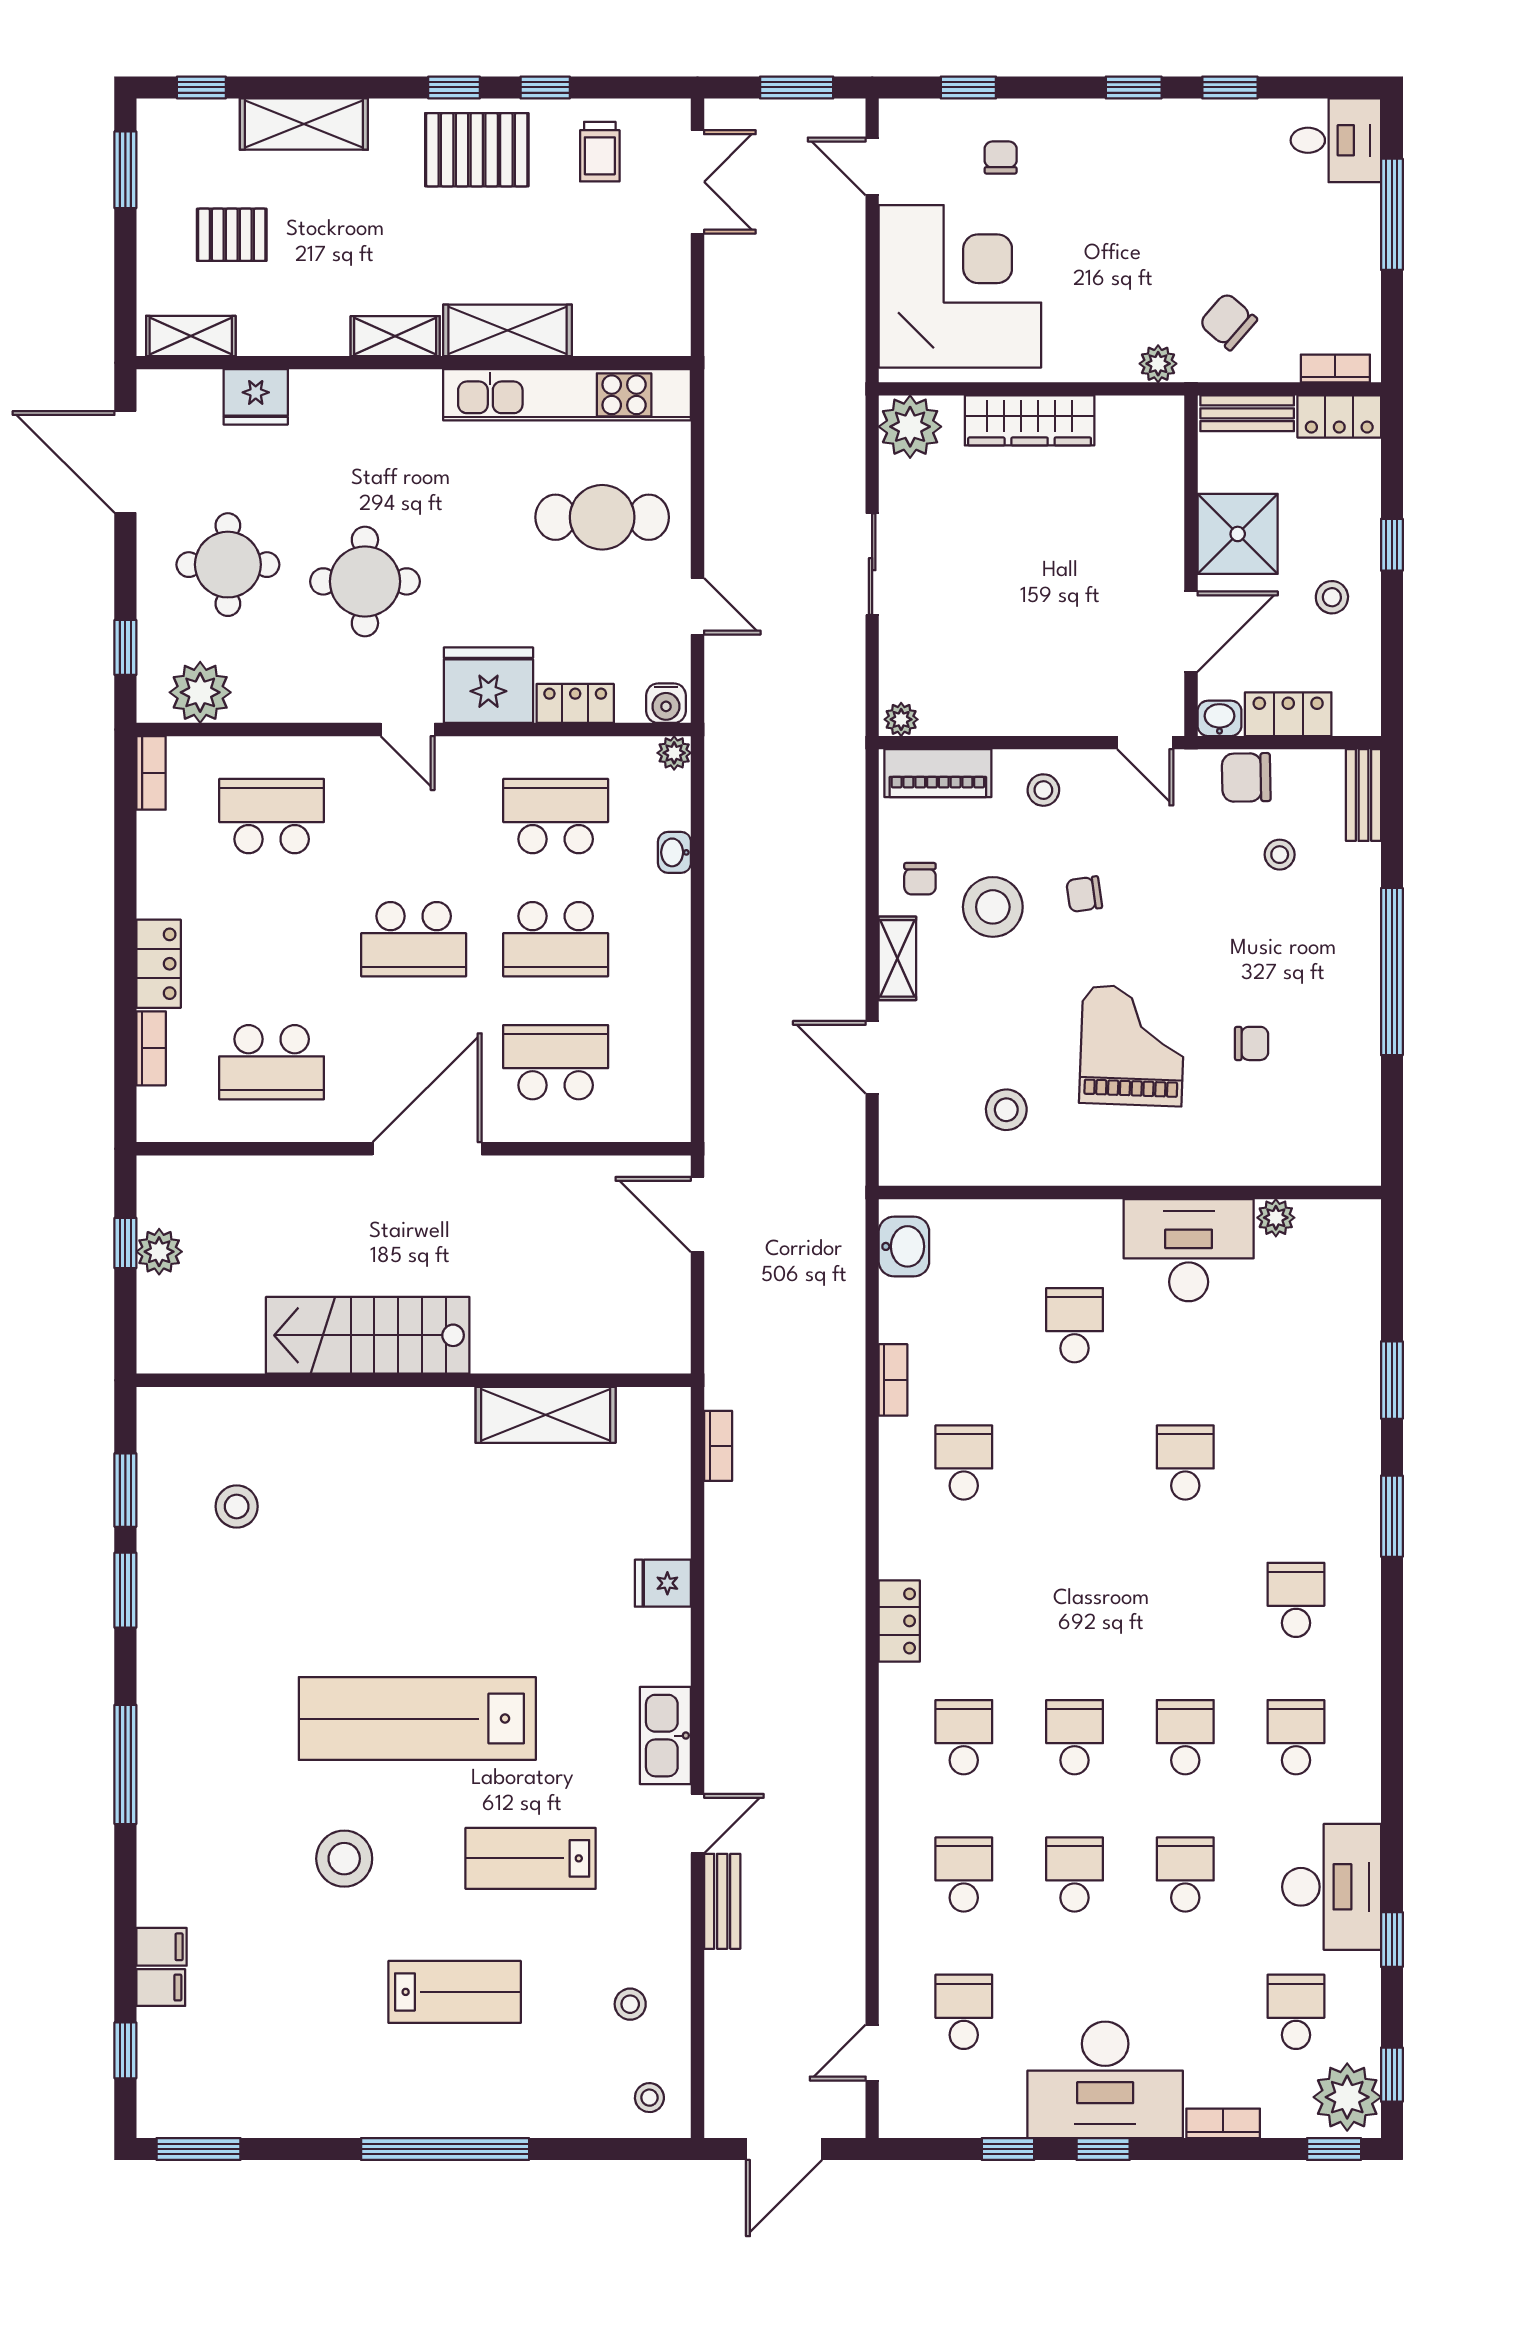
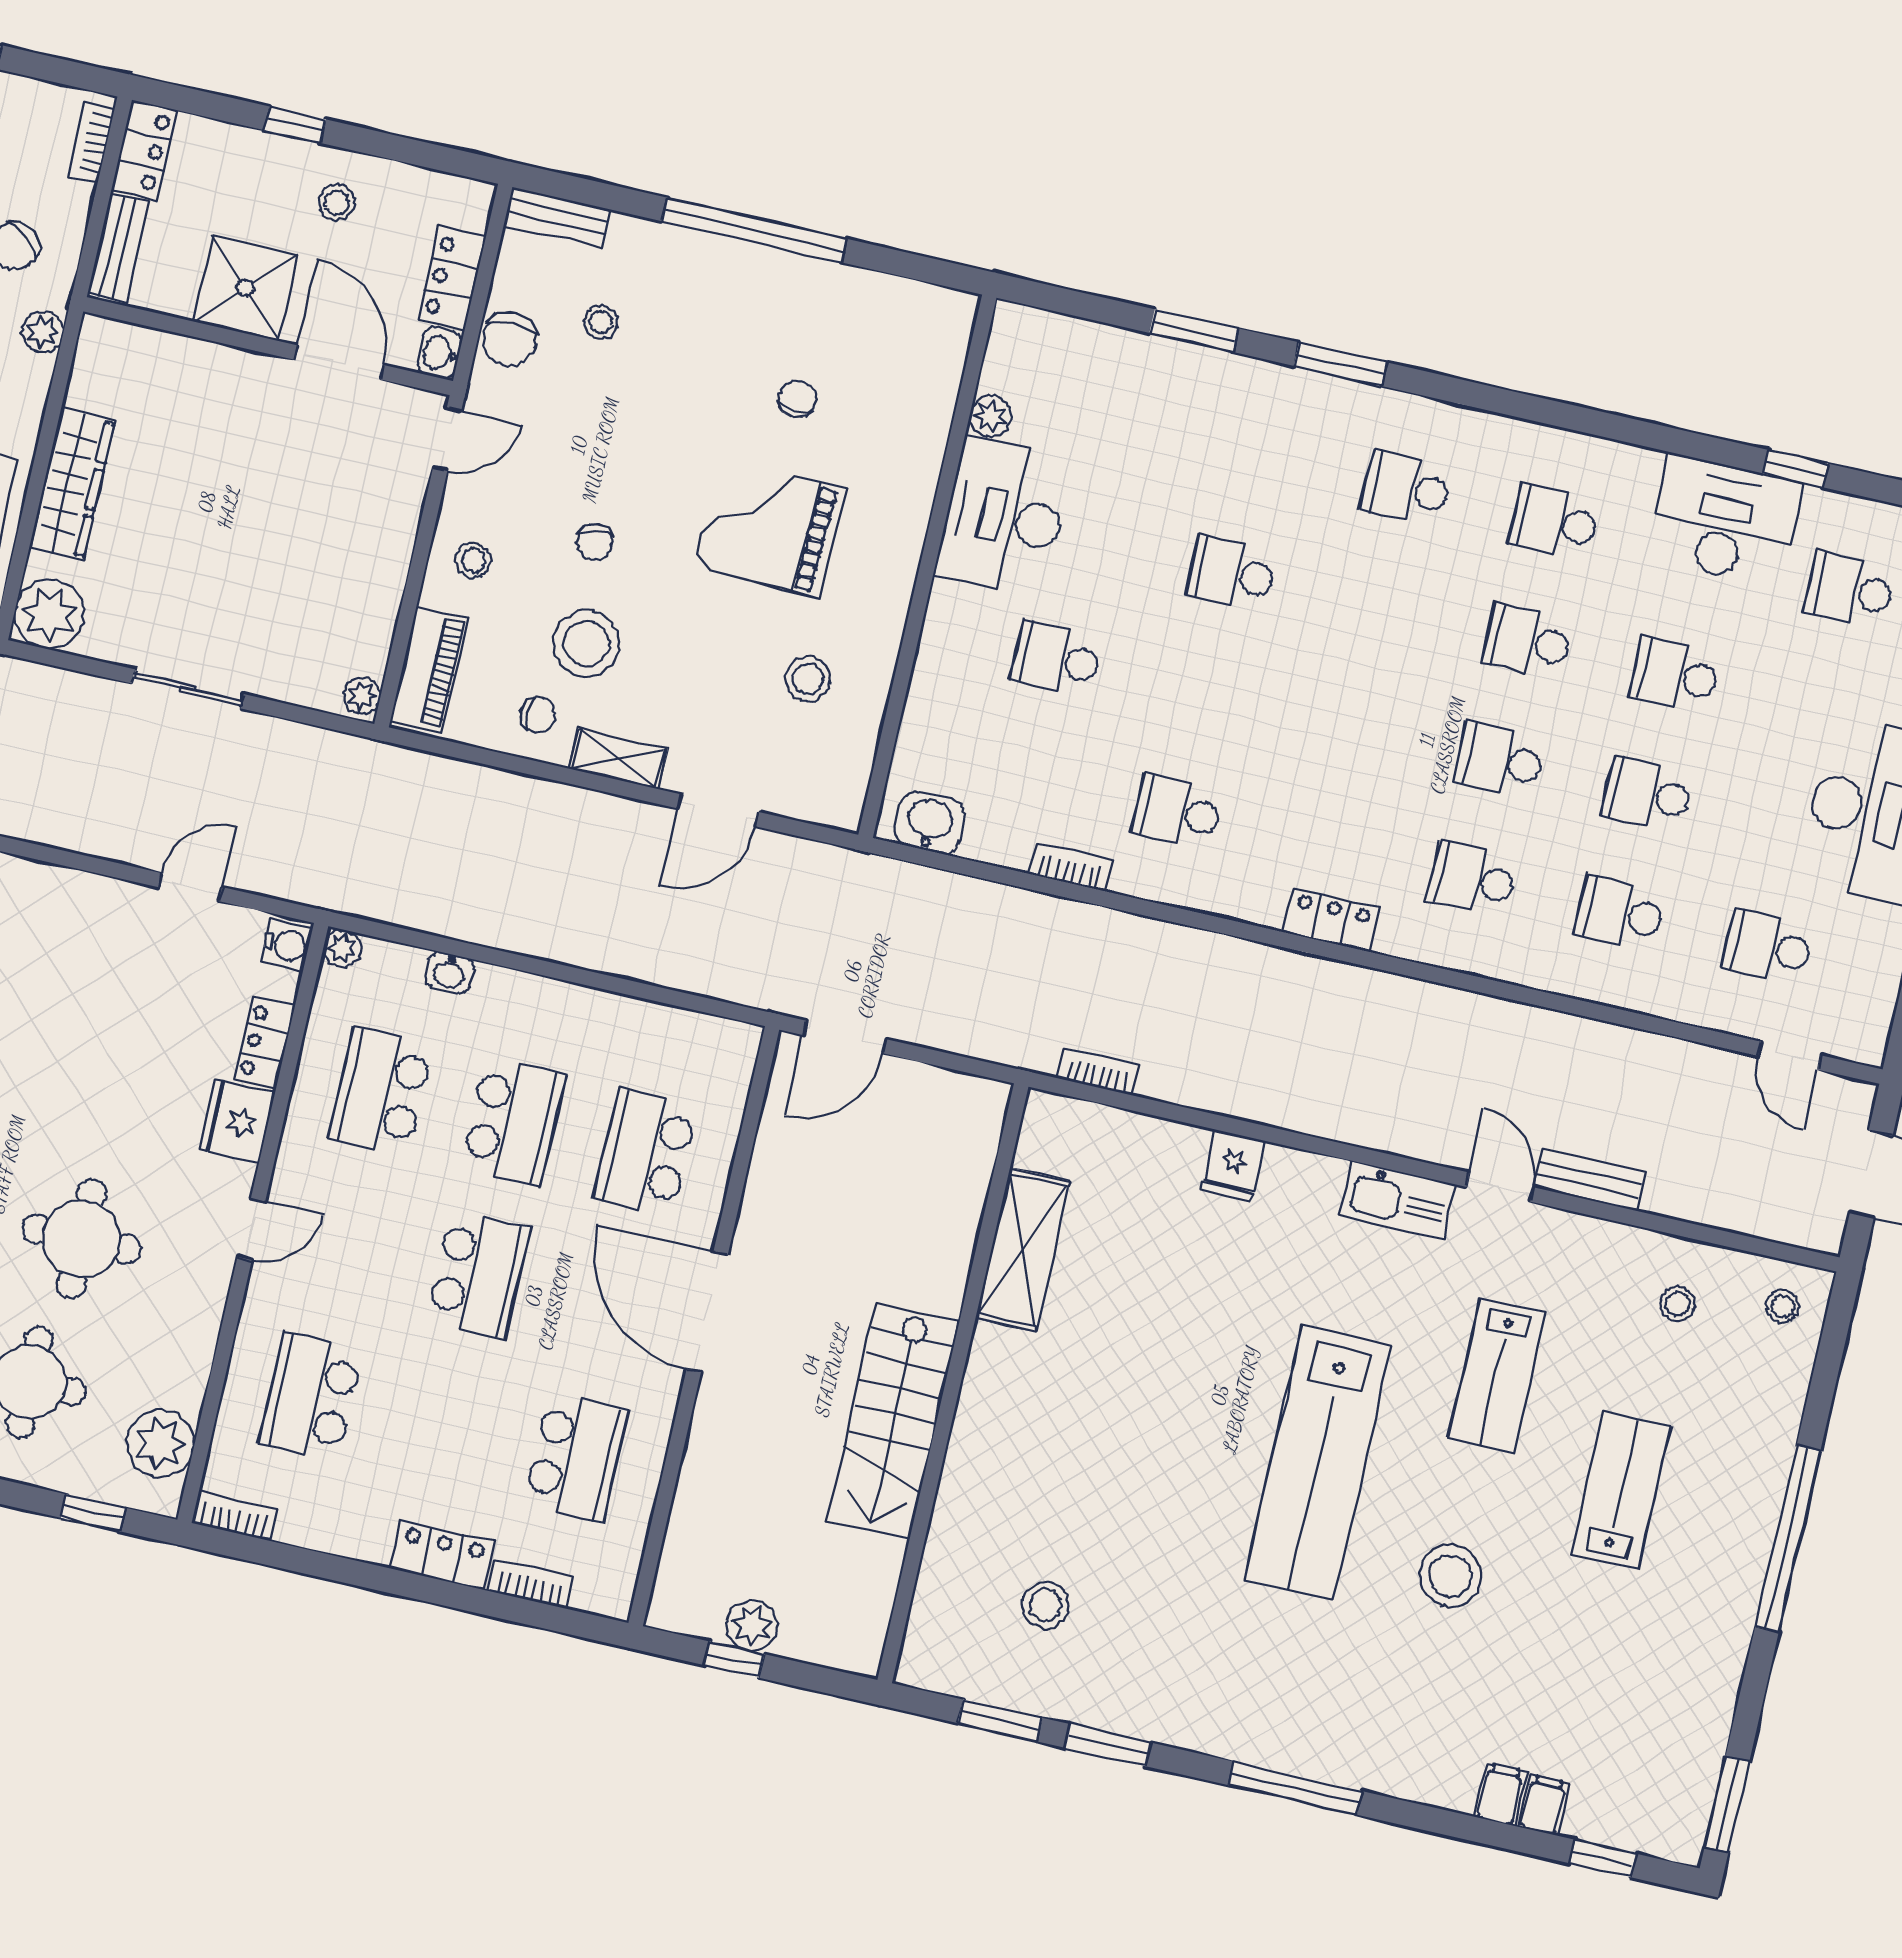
cafe table: (602, 517) -> (71, 968), removed
fridge: (488, 685) -> (237, 1121), width x0.73, depth x0.75

